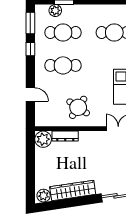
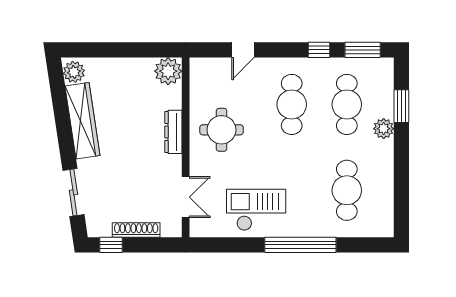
plant: (55, 10) -> (384, 129), moved
round table: (78, 107) -> (222, 130), turned -34
dresser: (65, 136) -> (173, 132), moved

